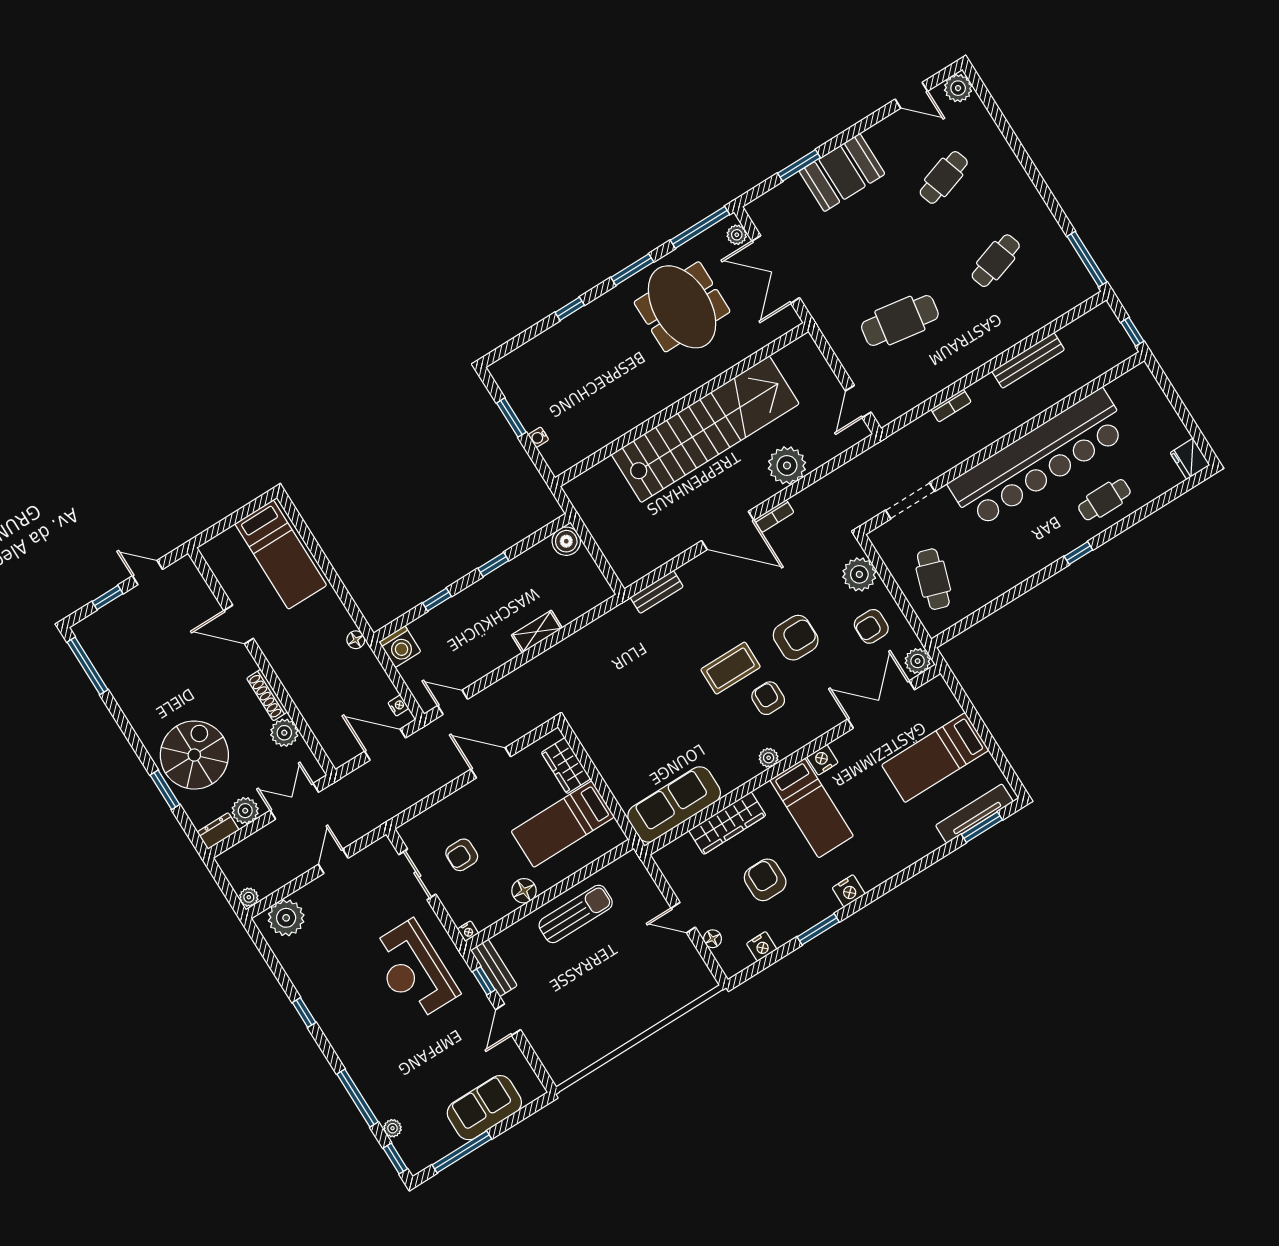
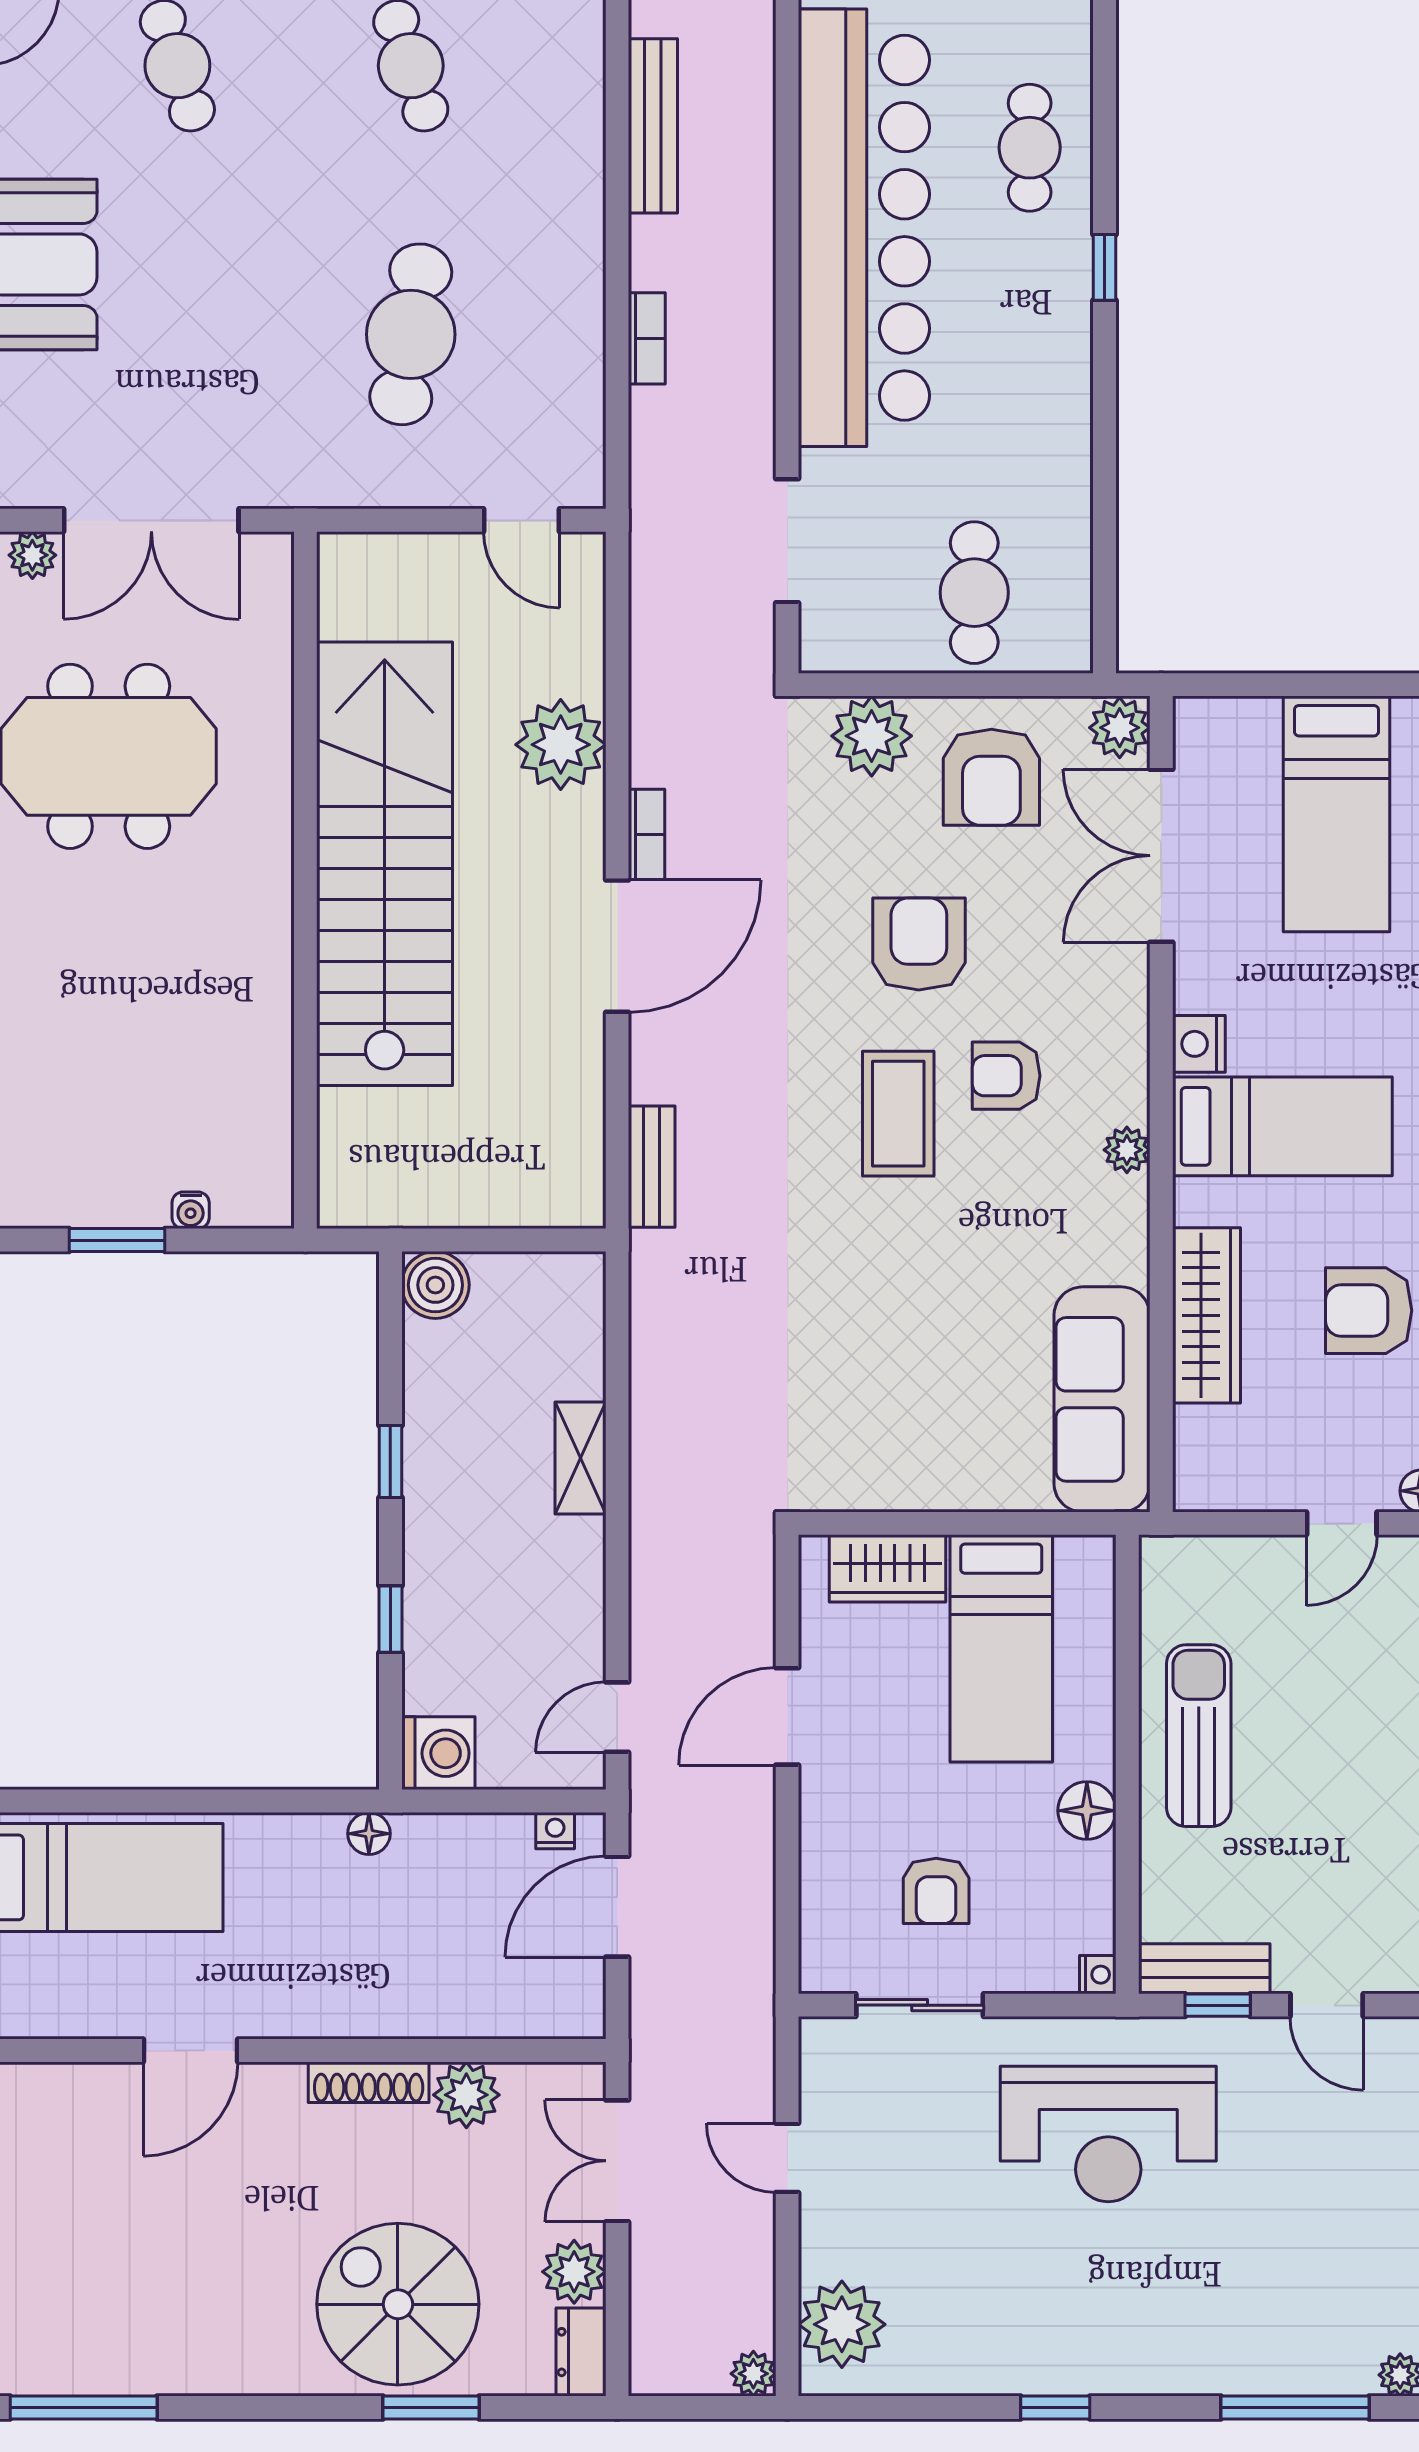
cafe table: (933, 579) -> (974, 593), turned 72
armchair: (871, 626) -> (991, 777), width x1.38, depth x1.38

